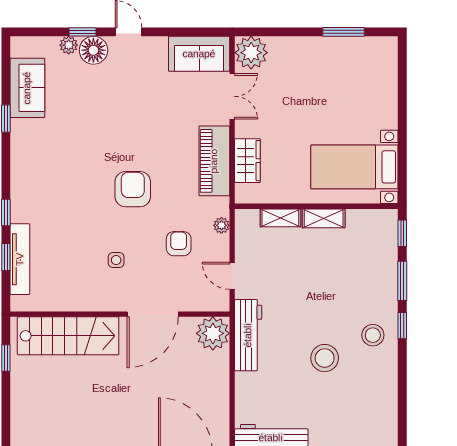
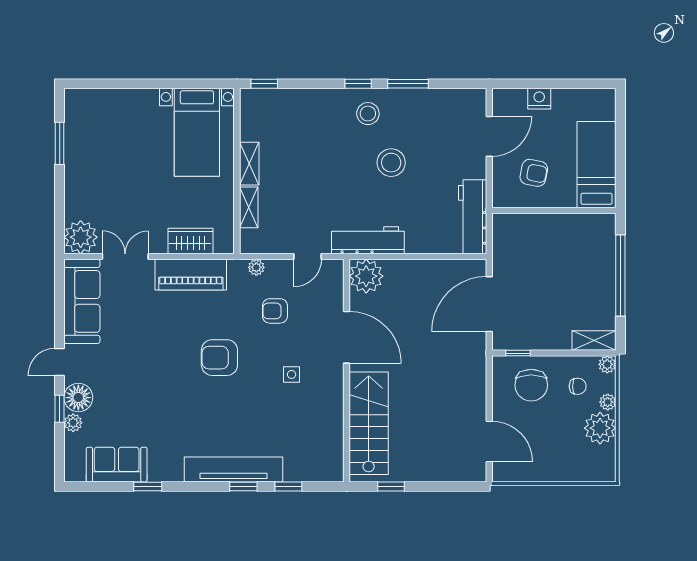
sofa: (199, 54) -> (82, 301), width x1.36
tv unit: (20, 259) -> (233, 470), moved, width x1.36, depth x1.29
window: (402, 281) -> (408, 84), moved

